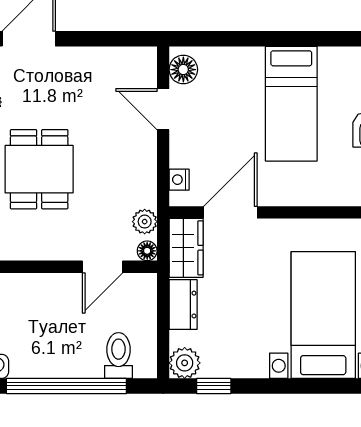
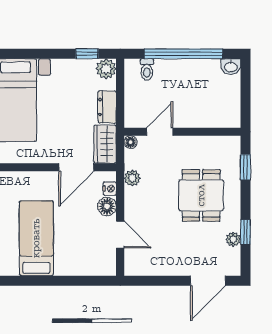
floor lamp: (183, 70) -> (107, 206), moved
plant: (145, 222) -> (132, 178), moved
toilet: (118, 356) -> (147, 69), width x0.73, depth x0.72

